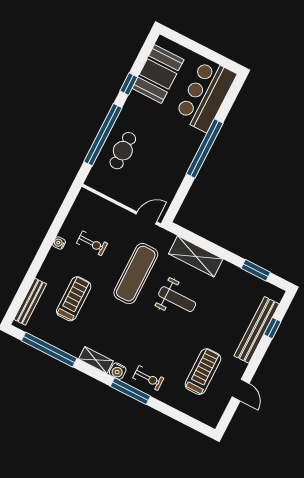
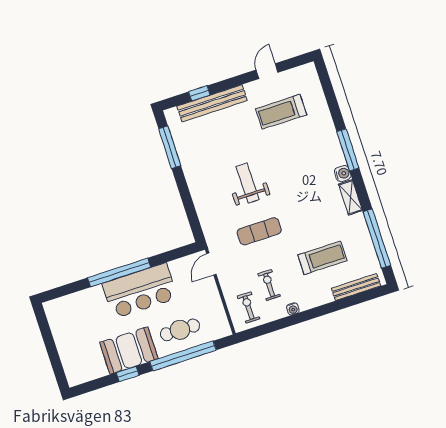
booth: (158, 74) -> (129, 350), moved
bar counter: (206, 95) -> (140, 291), moved
door: (146, 218) -> (211, 264), hinge flipped
shelving: (196, 256) -> (203, 201), removed
window: (256, 270) -> (170, 147), width x1.44
exercise mat: (136, 274) -> (259, 231), width x0.73, depth x0.69
treadmill: (74, 299) -> (322, 258), turned 180
exercise bike: (148, 378) -> (248, 307), moved

